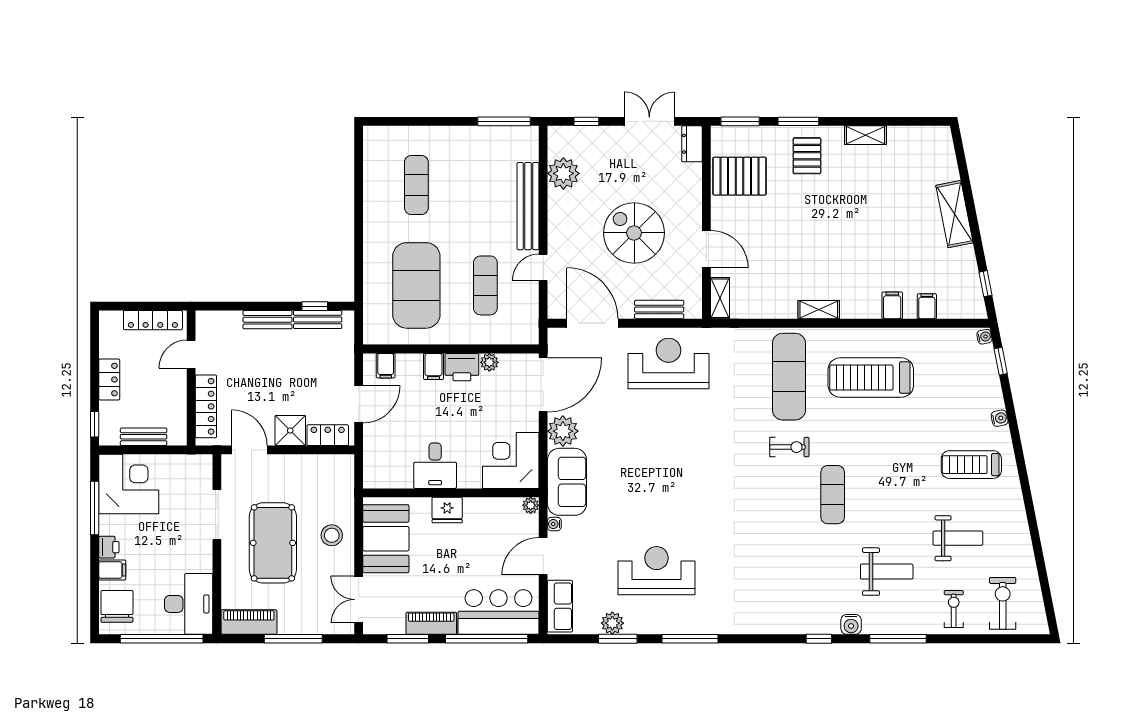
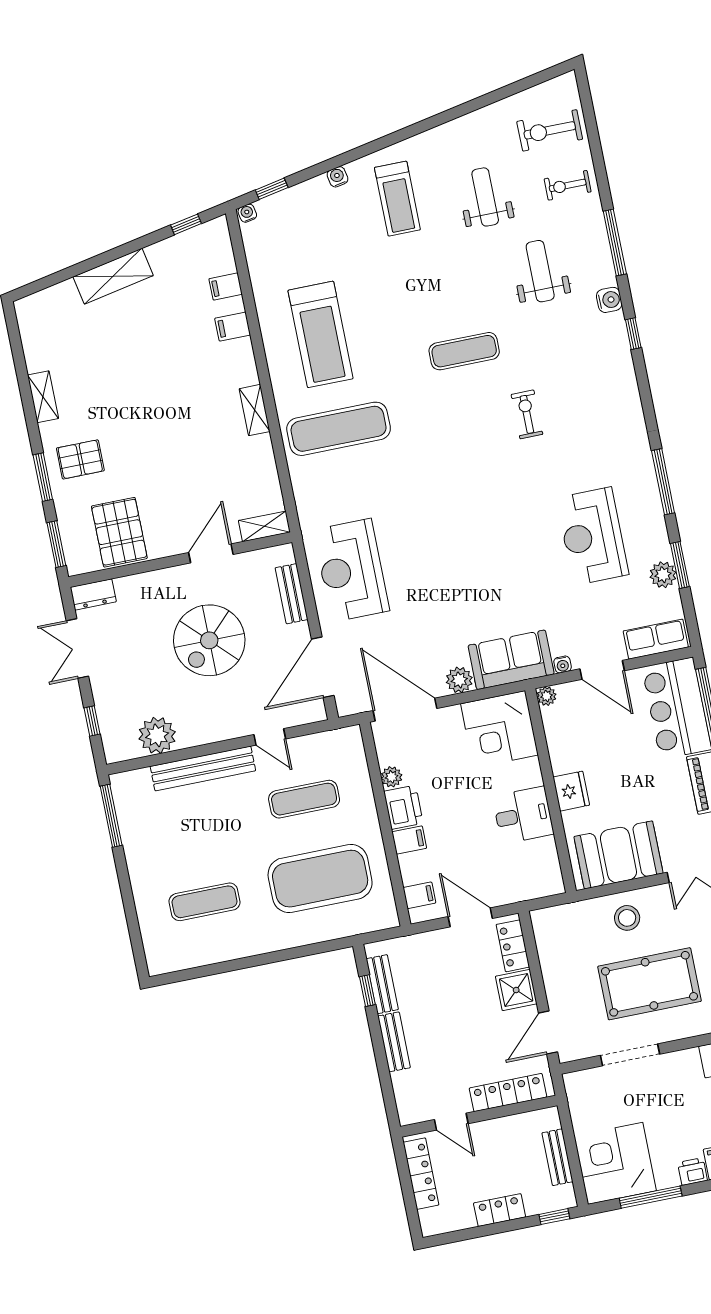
plant: (563, 431) -> (459, 680), width x0.73, depth x0.73
exercise bike: (789, 447) -> (527, 414), moved

